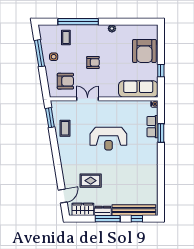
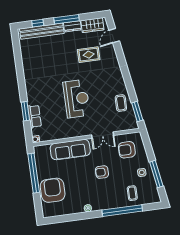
window: (161, 71) -> (34, 173), width x3.17
sofa: (138, 89) -> (70, 150), moved
reception desk: (108, 139) -> (76, 99), turned 90

